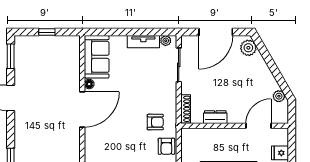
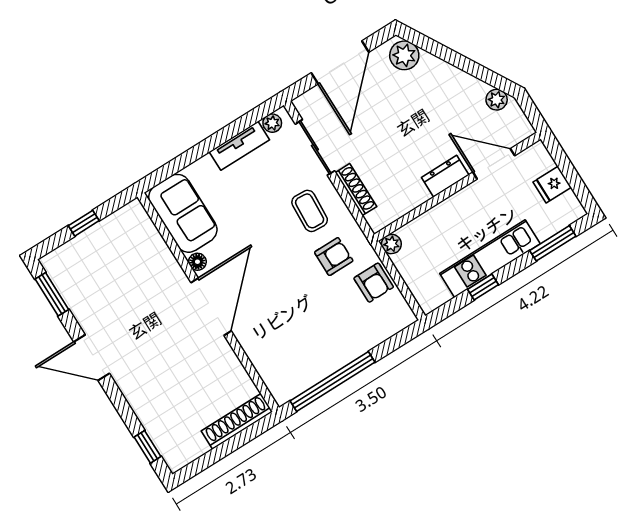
coffee table: (157, 93) -> (310, 211), added
shoe rack: (186, 109) -> (356, 190), moved
dresser: (215, 117) -> (445, 176), moved
door: (258, 126) -> (494, 164), hinge flipped
plant: (186, 133) -> (391, 244), added

